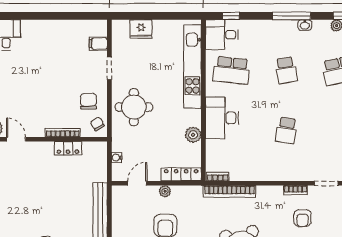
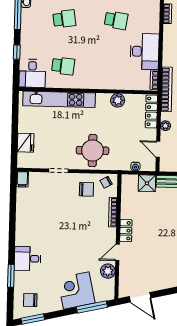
window: (231, 16) -> (17, 52), moved
filing cabinet: (98, 44) -> (22, 179), moved
school desk: (232, 70) -> (63, 66), width x0.54
chair: (88, 101) -> (86, 189), turned 180
desk: (222, 118) -> (145, 51), moved, turned -90
locker: (68, 148) -> (126, 231), moved
shower: (97, 171) -> (147, 183), added
bookcase: (229, 191) -> (167, 89), moved

